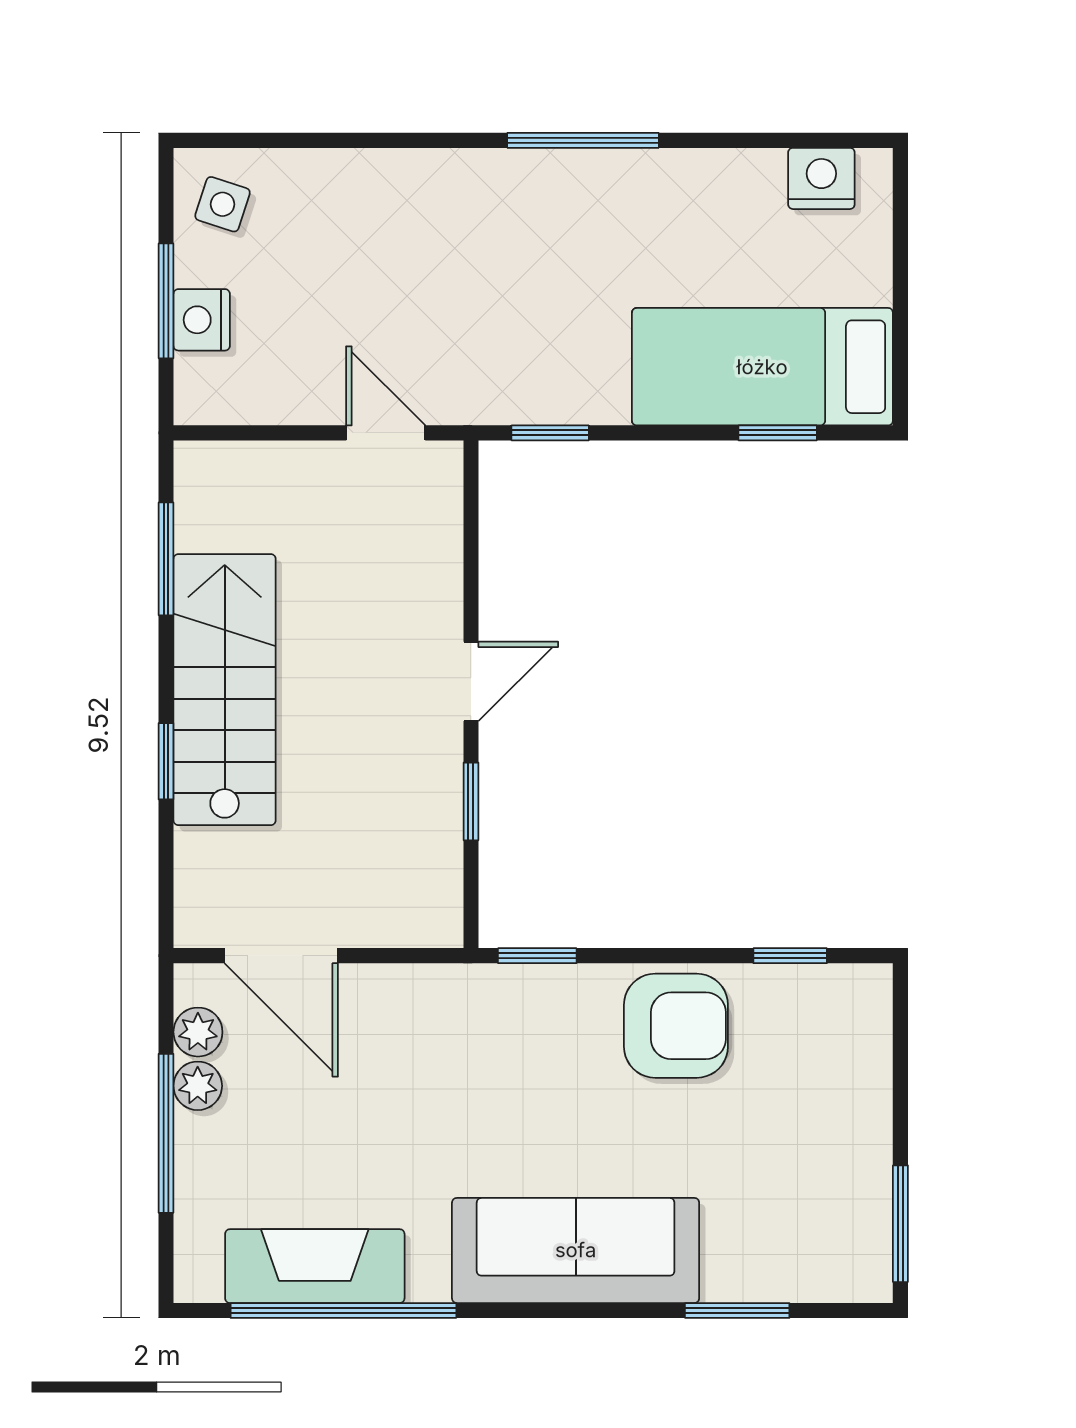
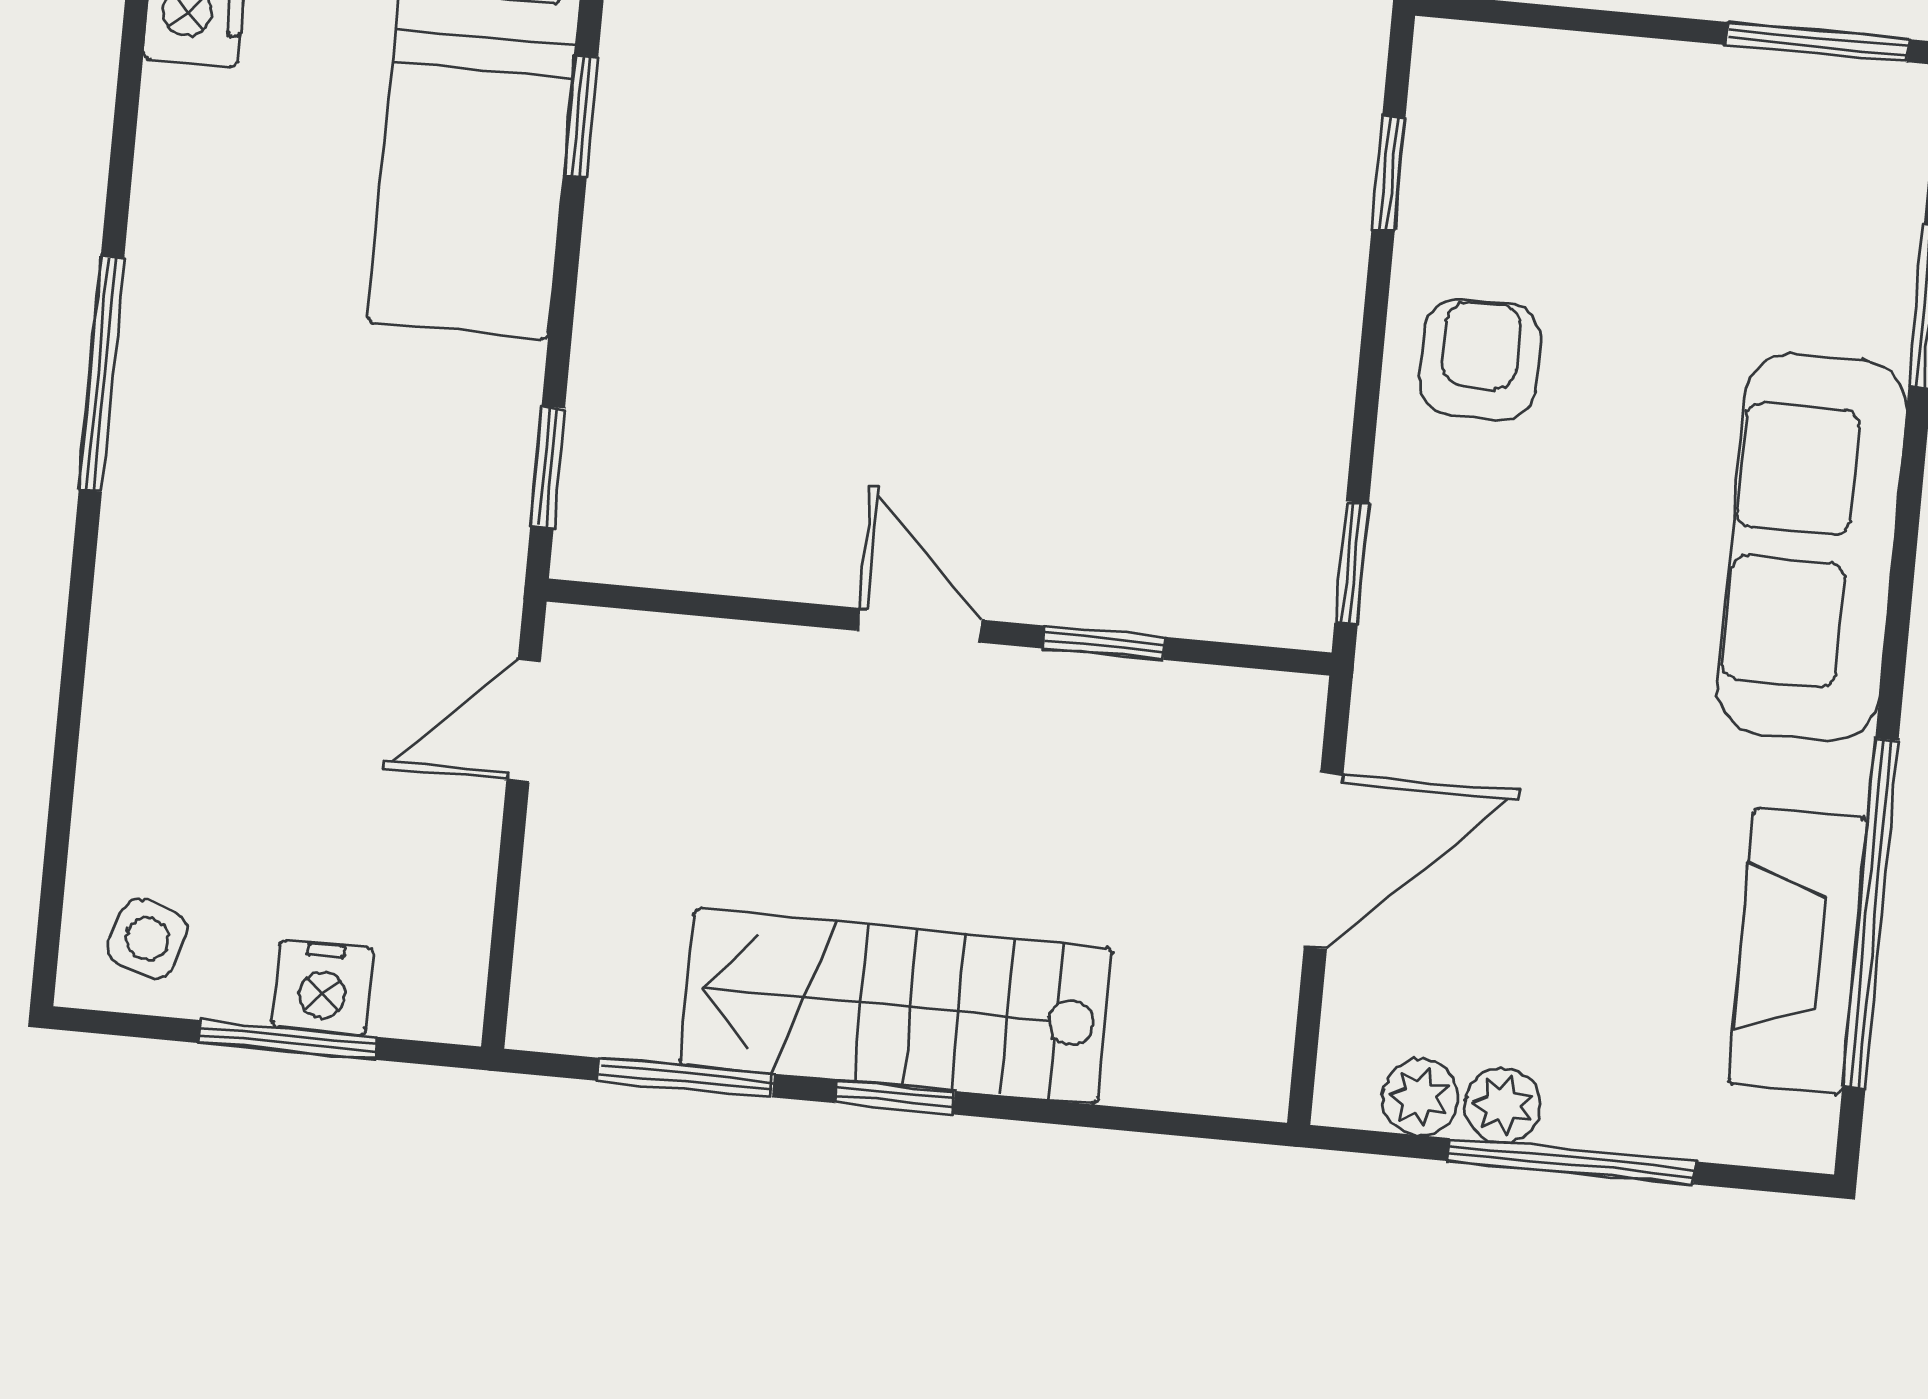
window: (166, 761) -> (895, 1097), moved
door: (281, 956) -> (1324, 860), moved
armchair: (676, 1026) -> (1480, 359), width x0.72, depth x0.72

